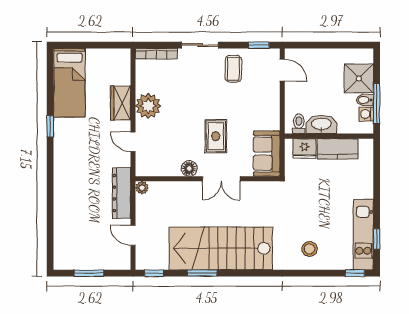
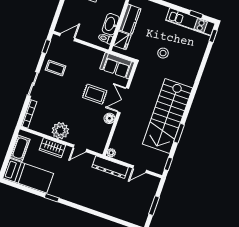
cot: (104, 58) -> (20, 148), added
double door: (221, 179) -> (123, 100), swing flipped
stool: (309, 249) -> (163, 53), moved

